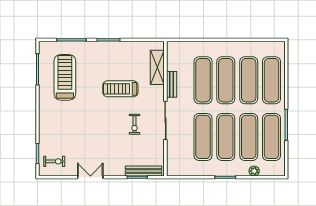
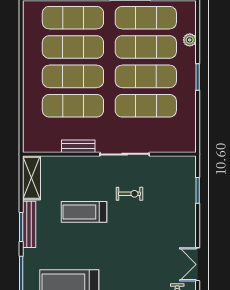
shelving: (157, 67) -> (31, 178), moved, turned 90
treadmill: (120, 89) -> (84, 212), turned 90
bench: (143, 171) -> (29, 224), moved
double door: (90, 177) -> (198, 264), moved

